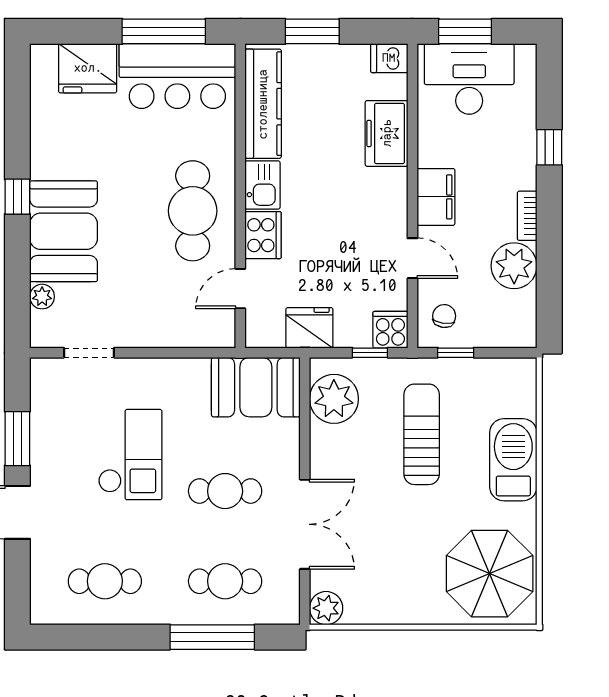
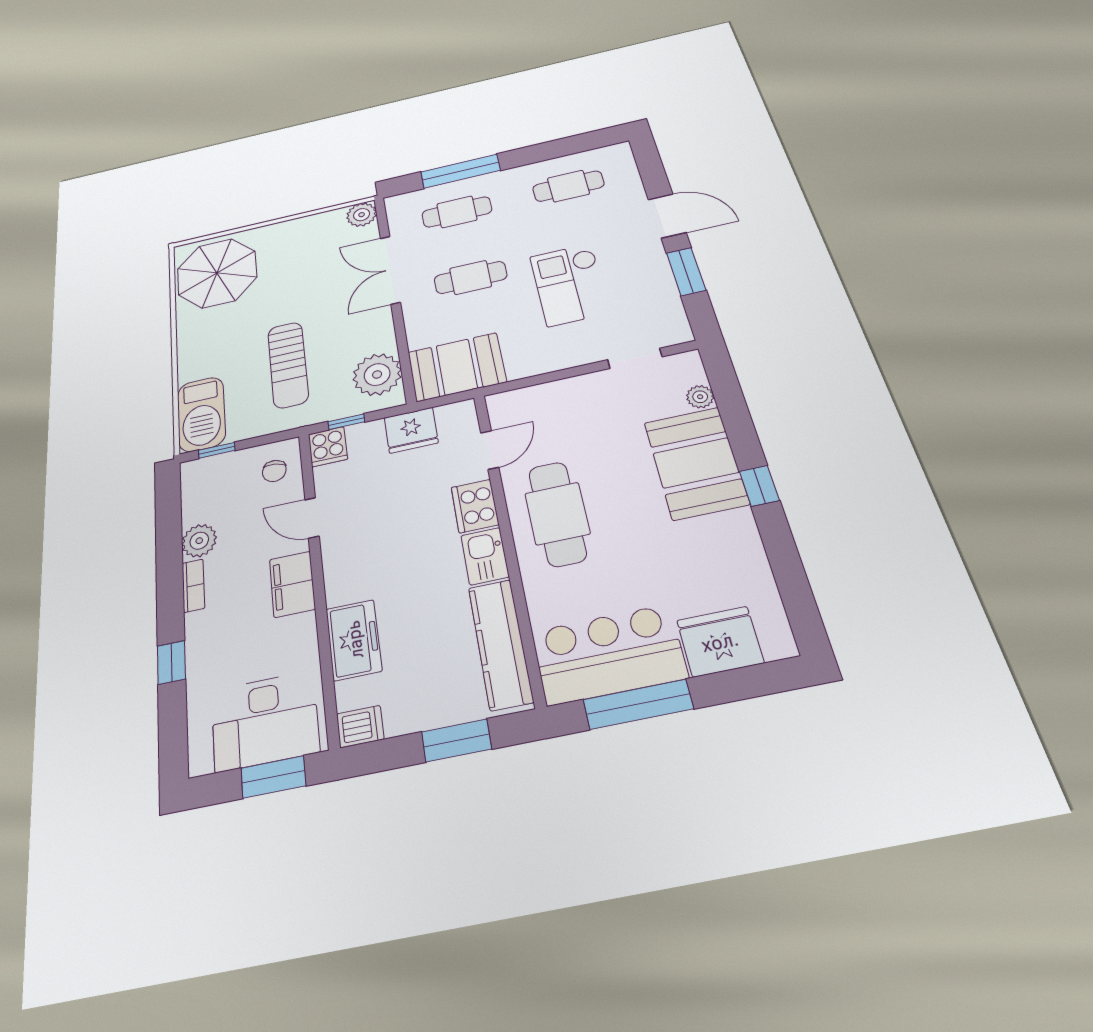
plant: (514, 266) -> (199, 541), width x0.73, depth x0.73
window: (456, 353) -> (217, 450), moved
barbecue: (513, 460) -> (201, 414), moved

